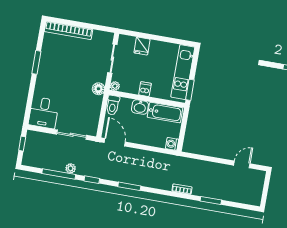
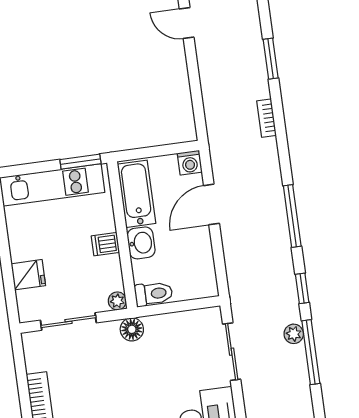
door: (115, 142) -> (211, 204), moved
window: (129, 186) -> (292, 216), width x1.44

